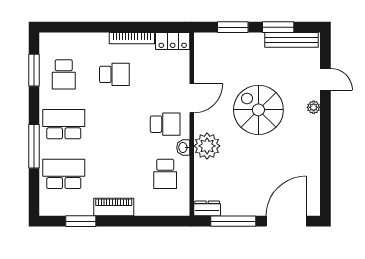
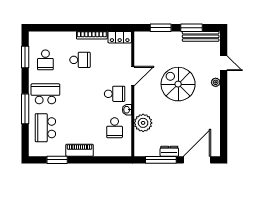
plant: (207, 146) -> (143, 123), moved
school desk: (64, 174) -> (45, 128), turned -90
dresser: (207, 208) -> (169, 151), moved

